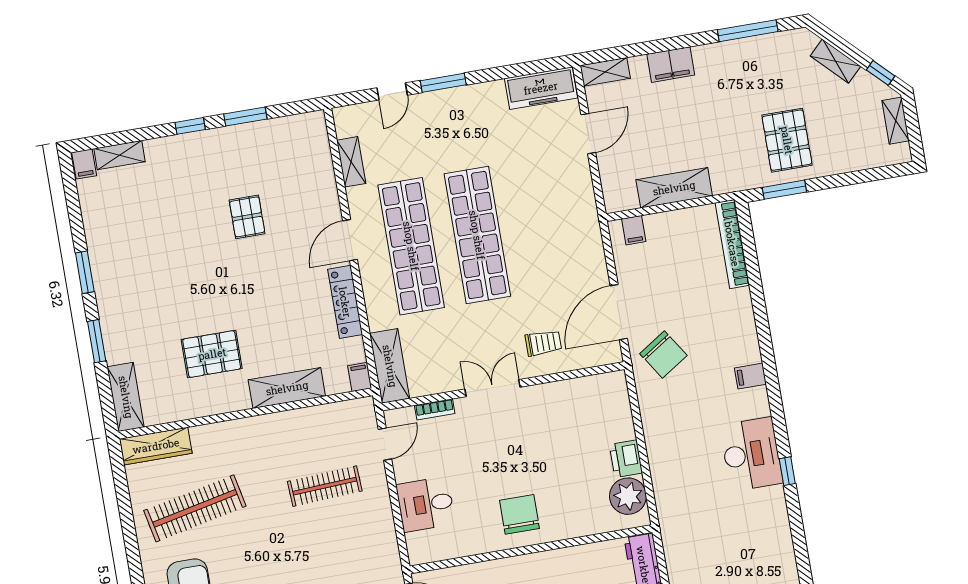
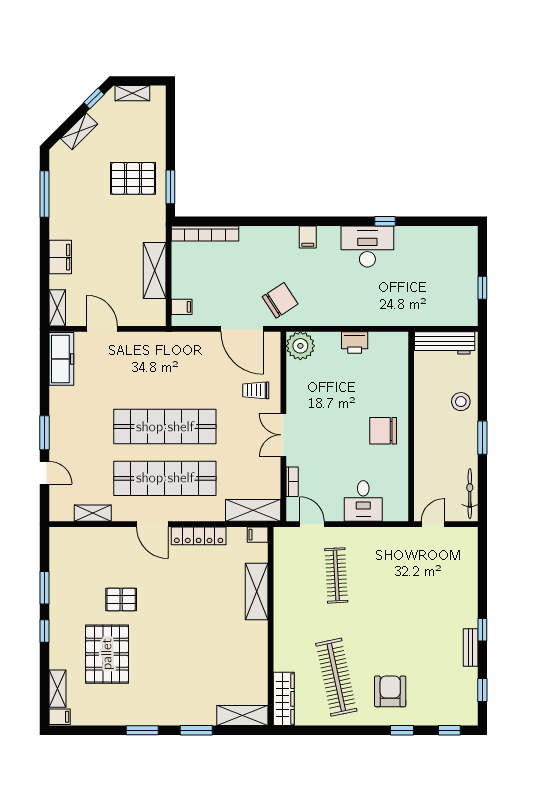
trolley: (543, 343) -> (256, 390), turned -90
pallet: (212, 354) -> (107, 654), moved, width x1.37, depth x1.41
plant: (628, 496) -> (300, 346), moved

